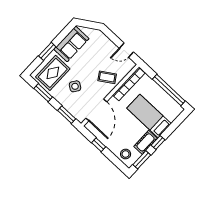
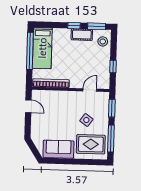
window: (47, 51) -> (79, 162), removed
coffee table: (107, 77) -> (60, 103), removed
window: (43, 93) -> (111, 139), width x1.44
door: (96, 110) -> (90, 90), width x0.53
bed: (149, 116) -> (42, 48), moved

